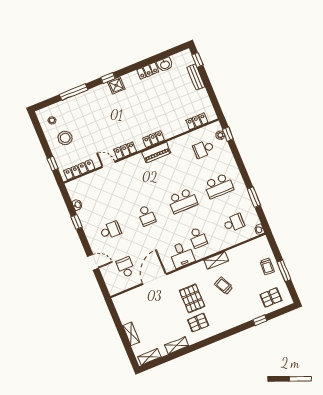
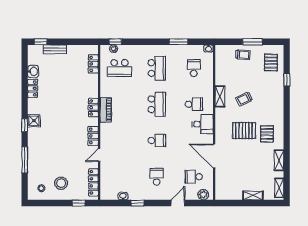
school desk: (204, 149) -> (120, 68), width x1.85
plant: (112, 284) -> (203, 195), added

